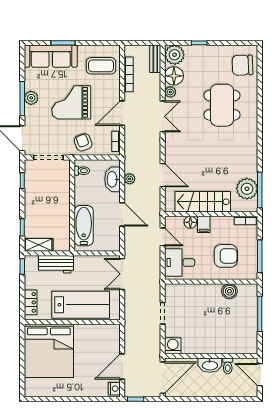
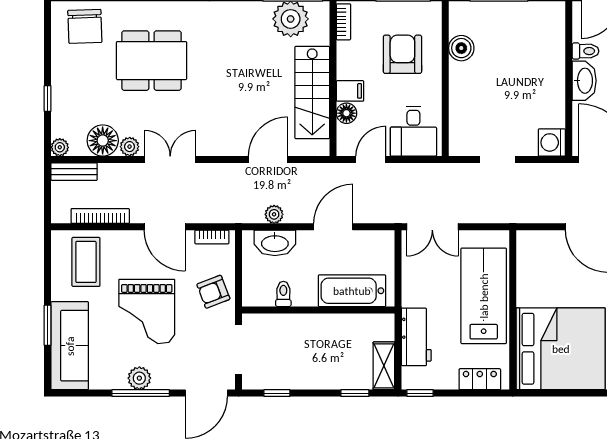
plant: (175, 55) -> (60, 147), width x0.53, depth x0.53
toilet: (82, 171) -> (283, 294), moved

